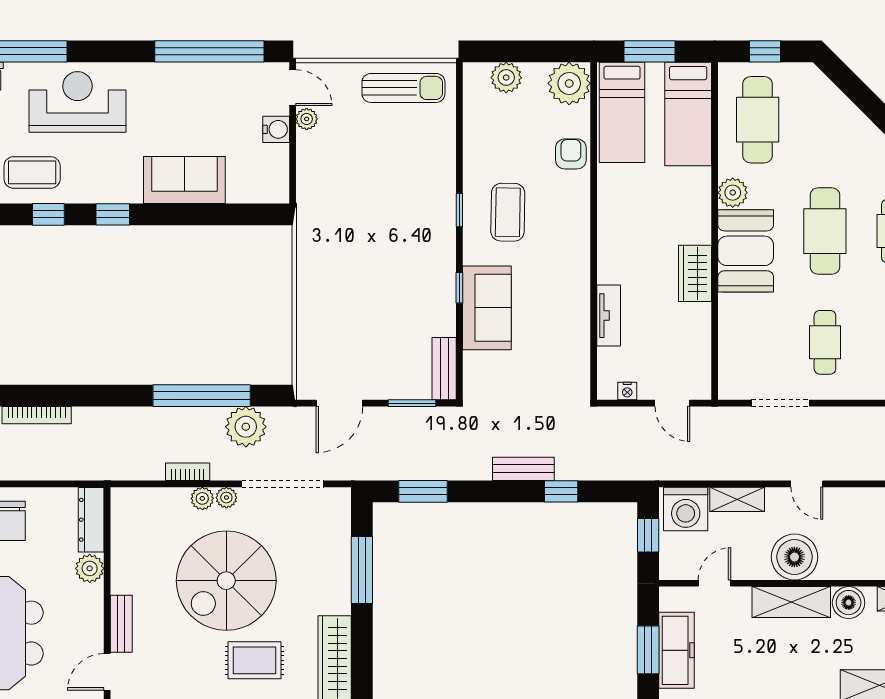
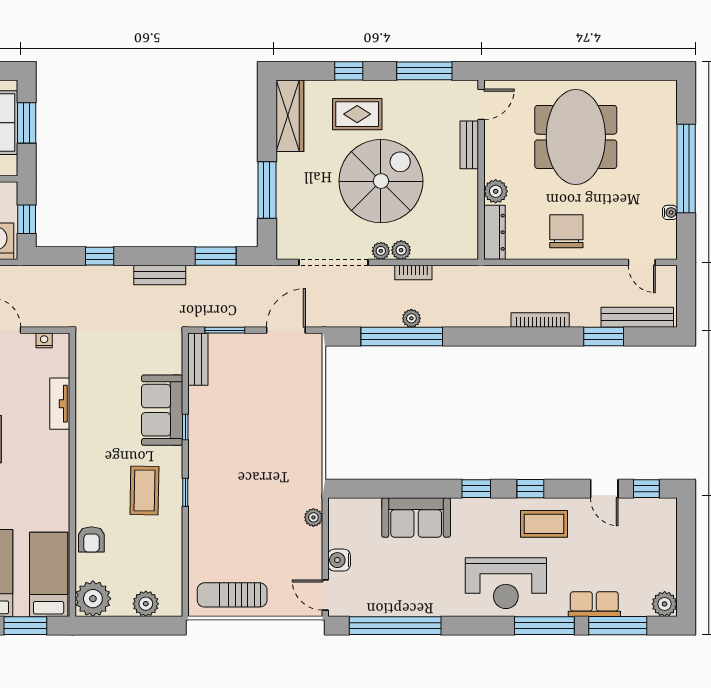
plant: (307, 119) -> (313, 517), moved
plant: (246, 427) -> (411, 318), moved, width x0.53, depth x0.53
bench: (523, 469) -> (160, 275), moved

